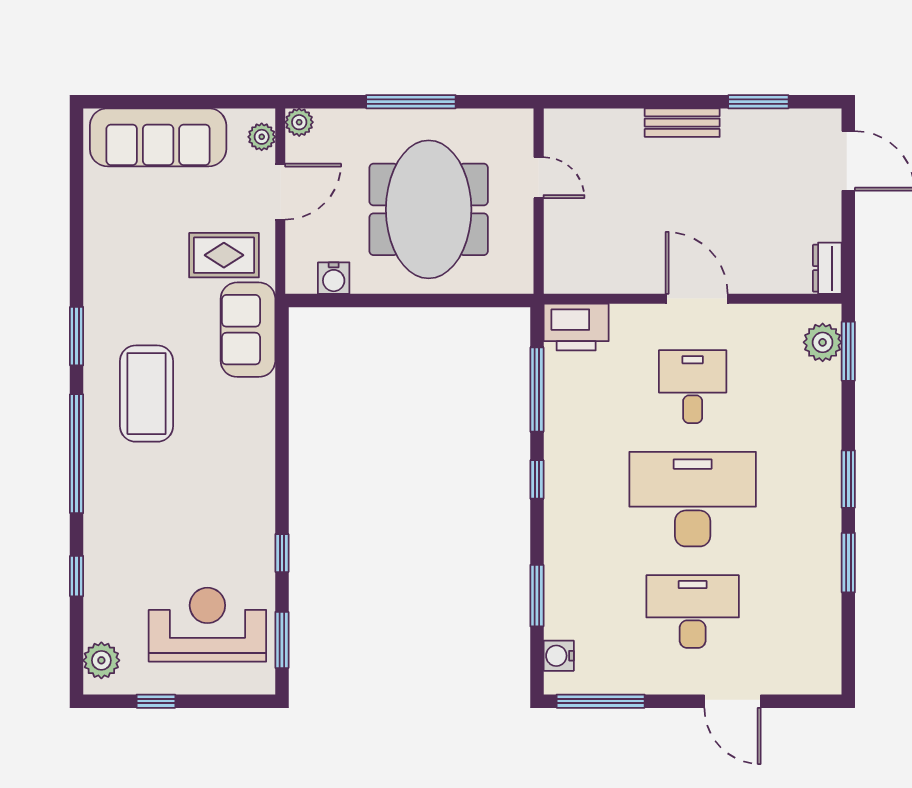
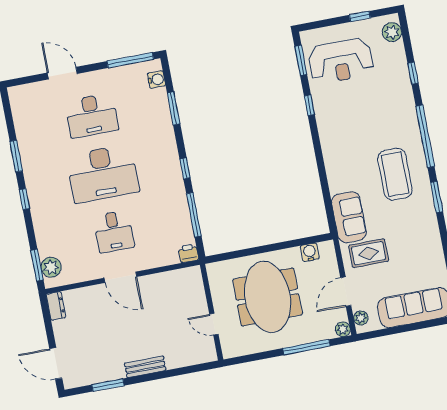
window: (411, 102) -> (306, 347), moved
printer: (576, 327) -> (188, 253), width x0.53, depth x0.68
window: (848, 479) -> (24, 199), width x0.67

